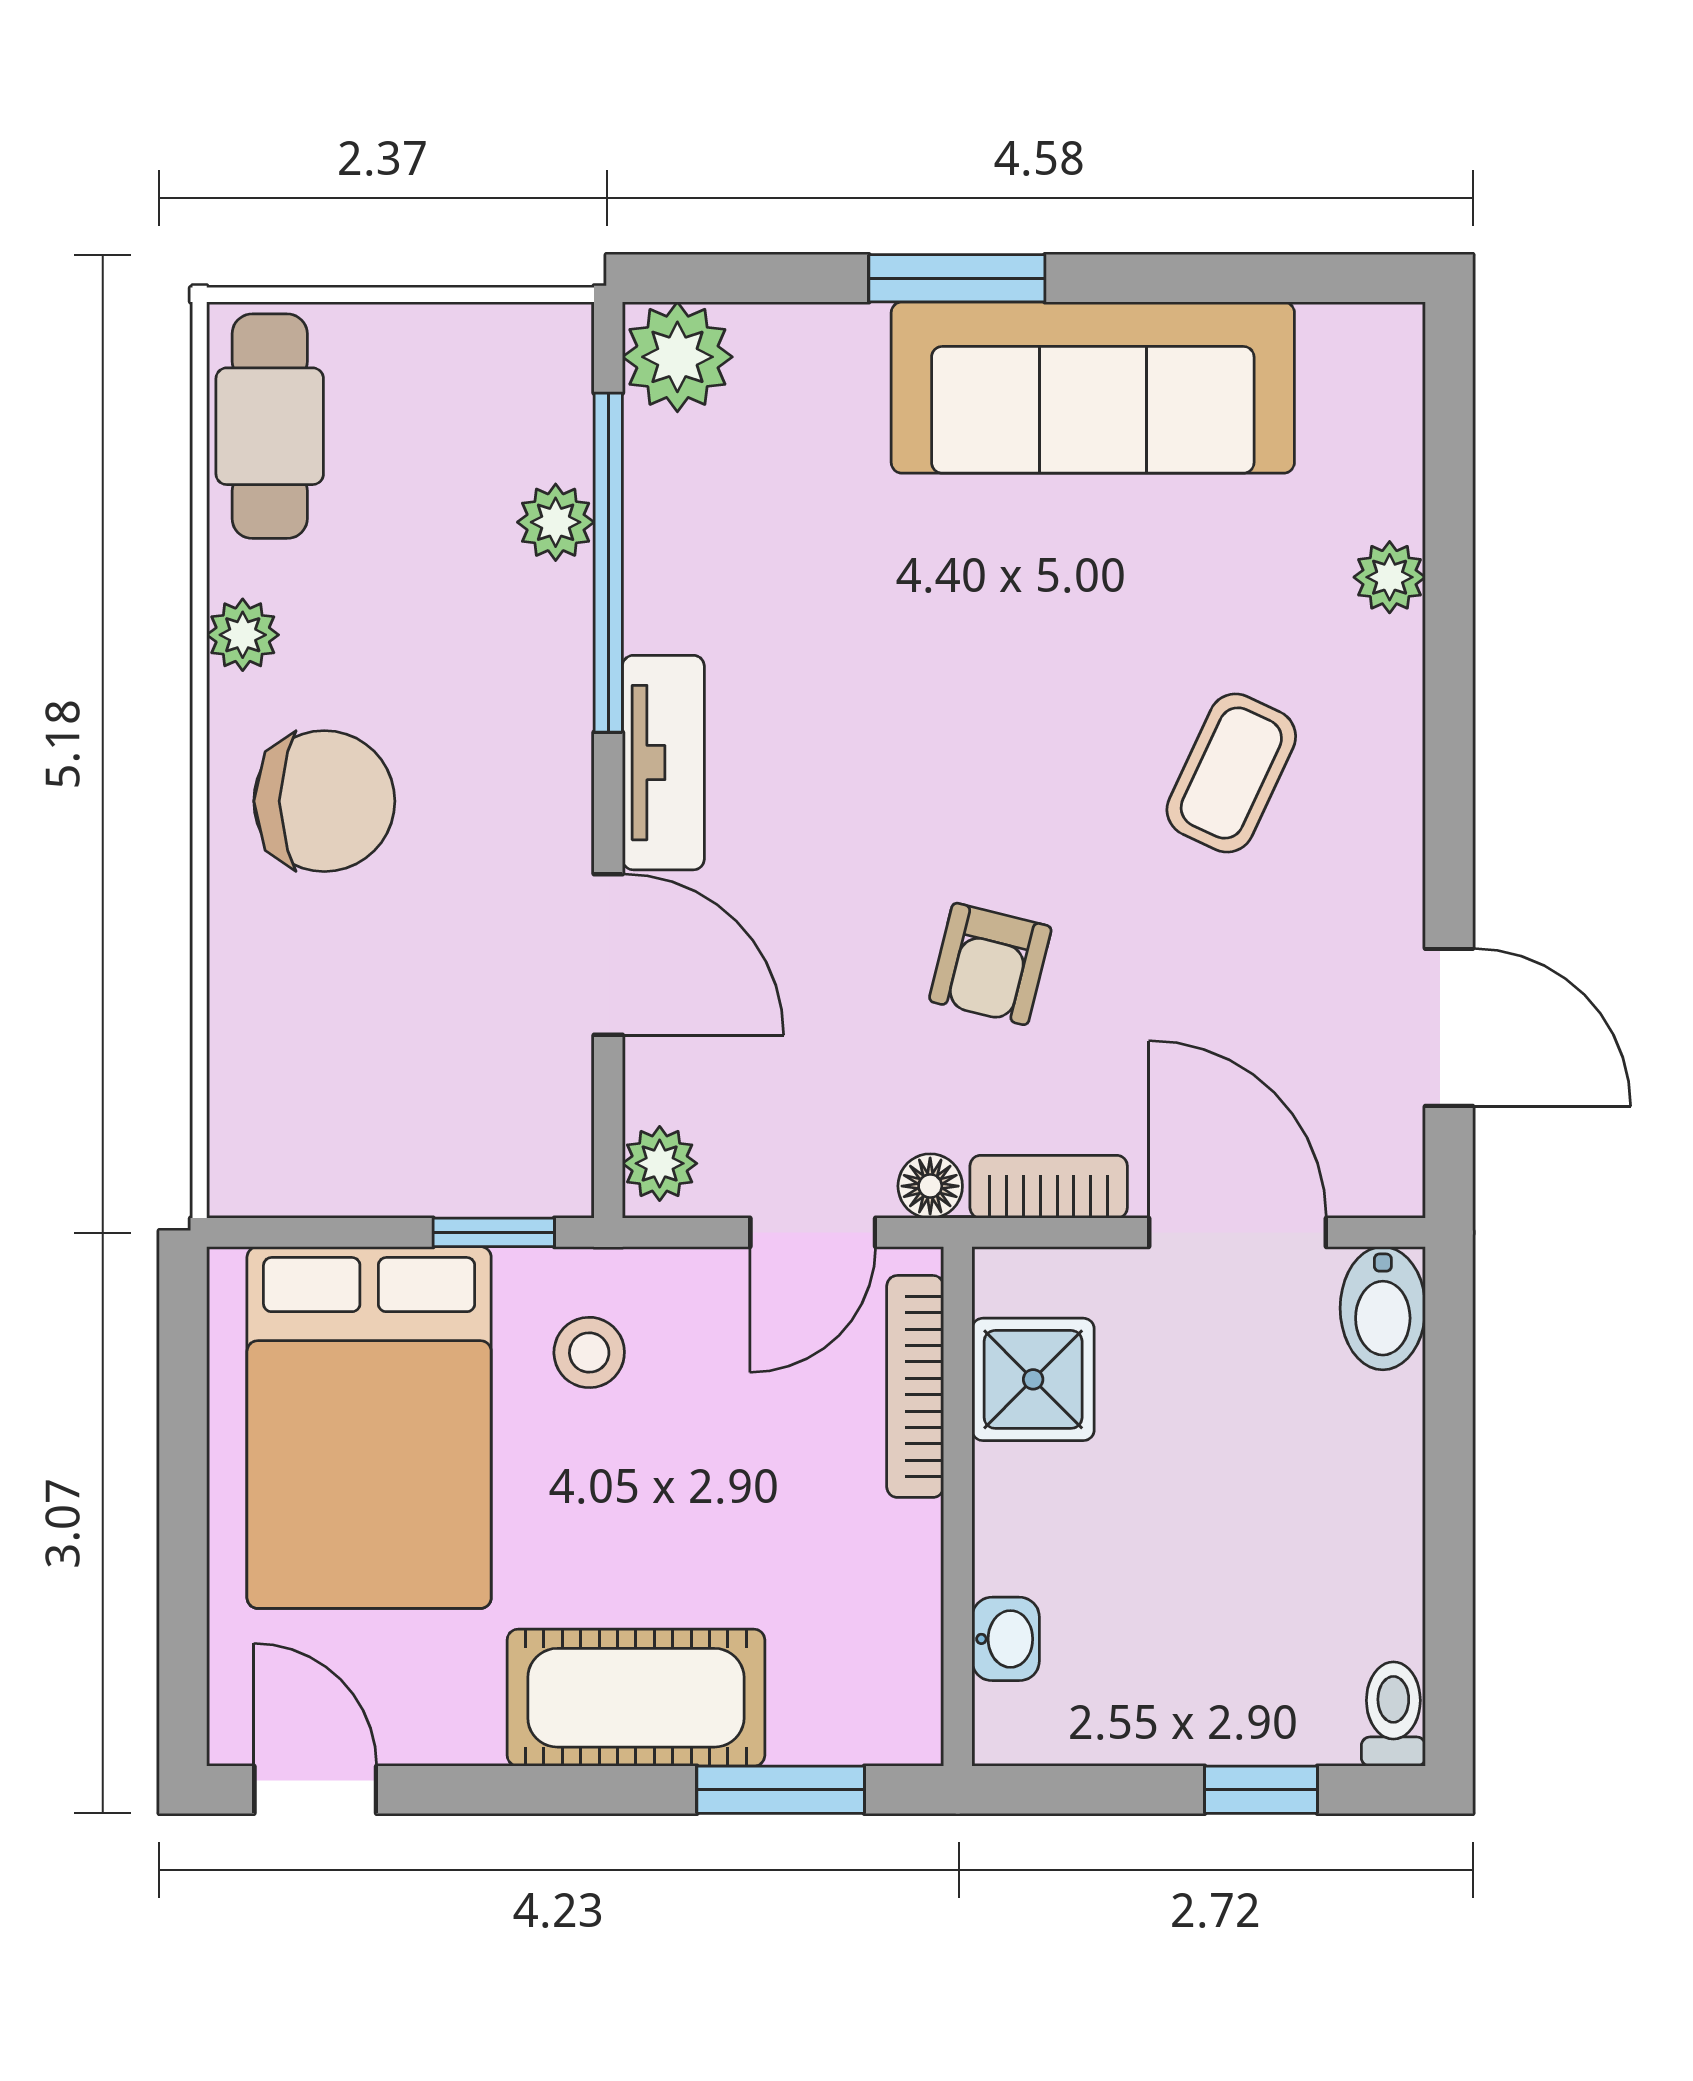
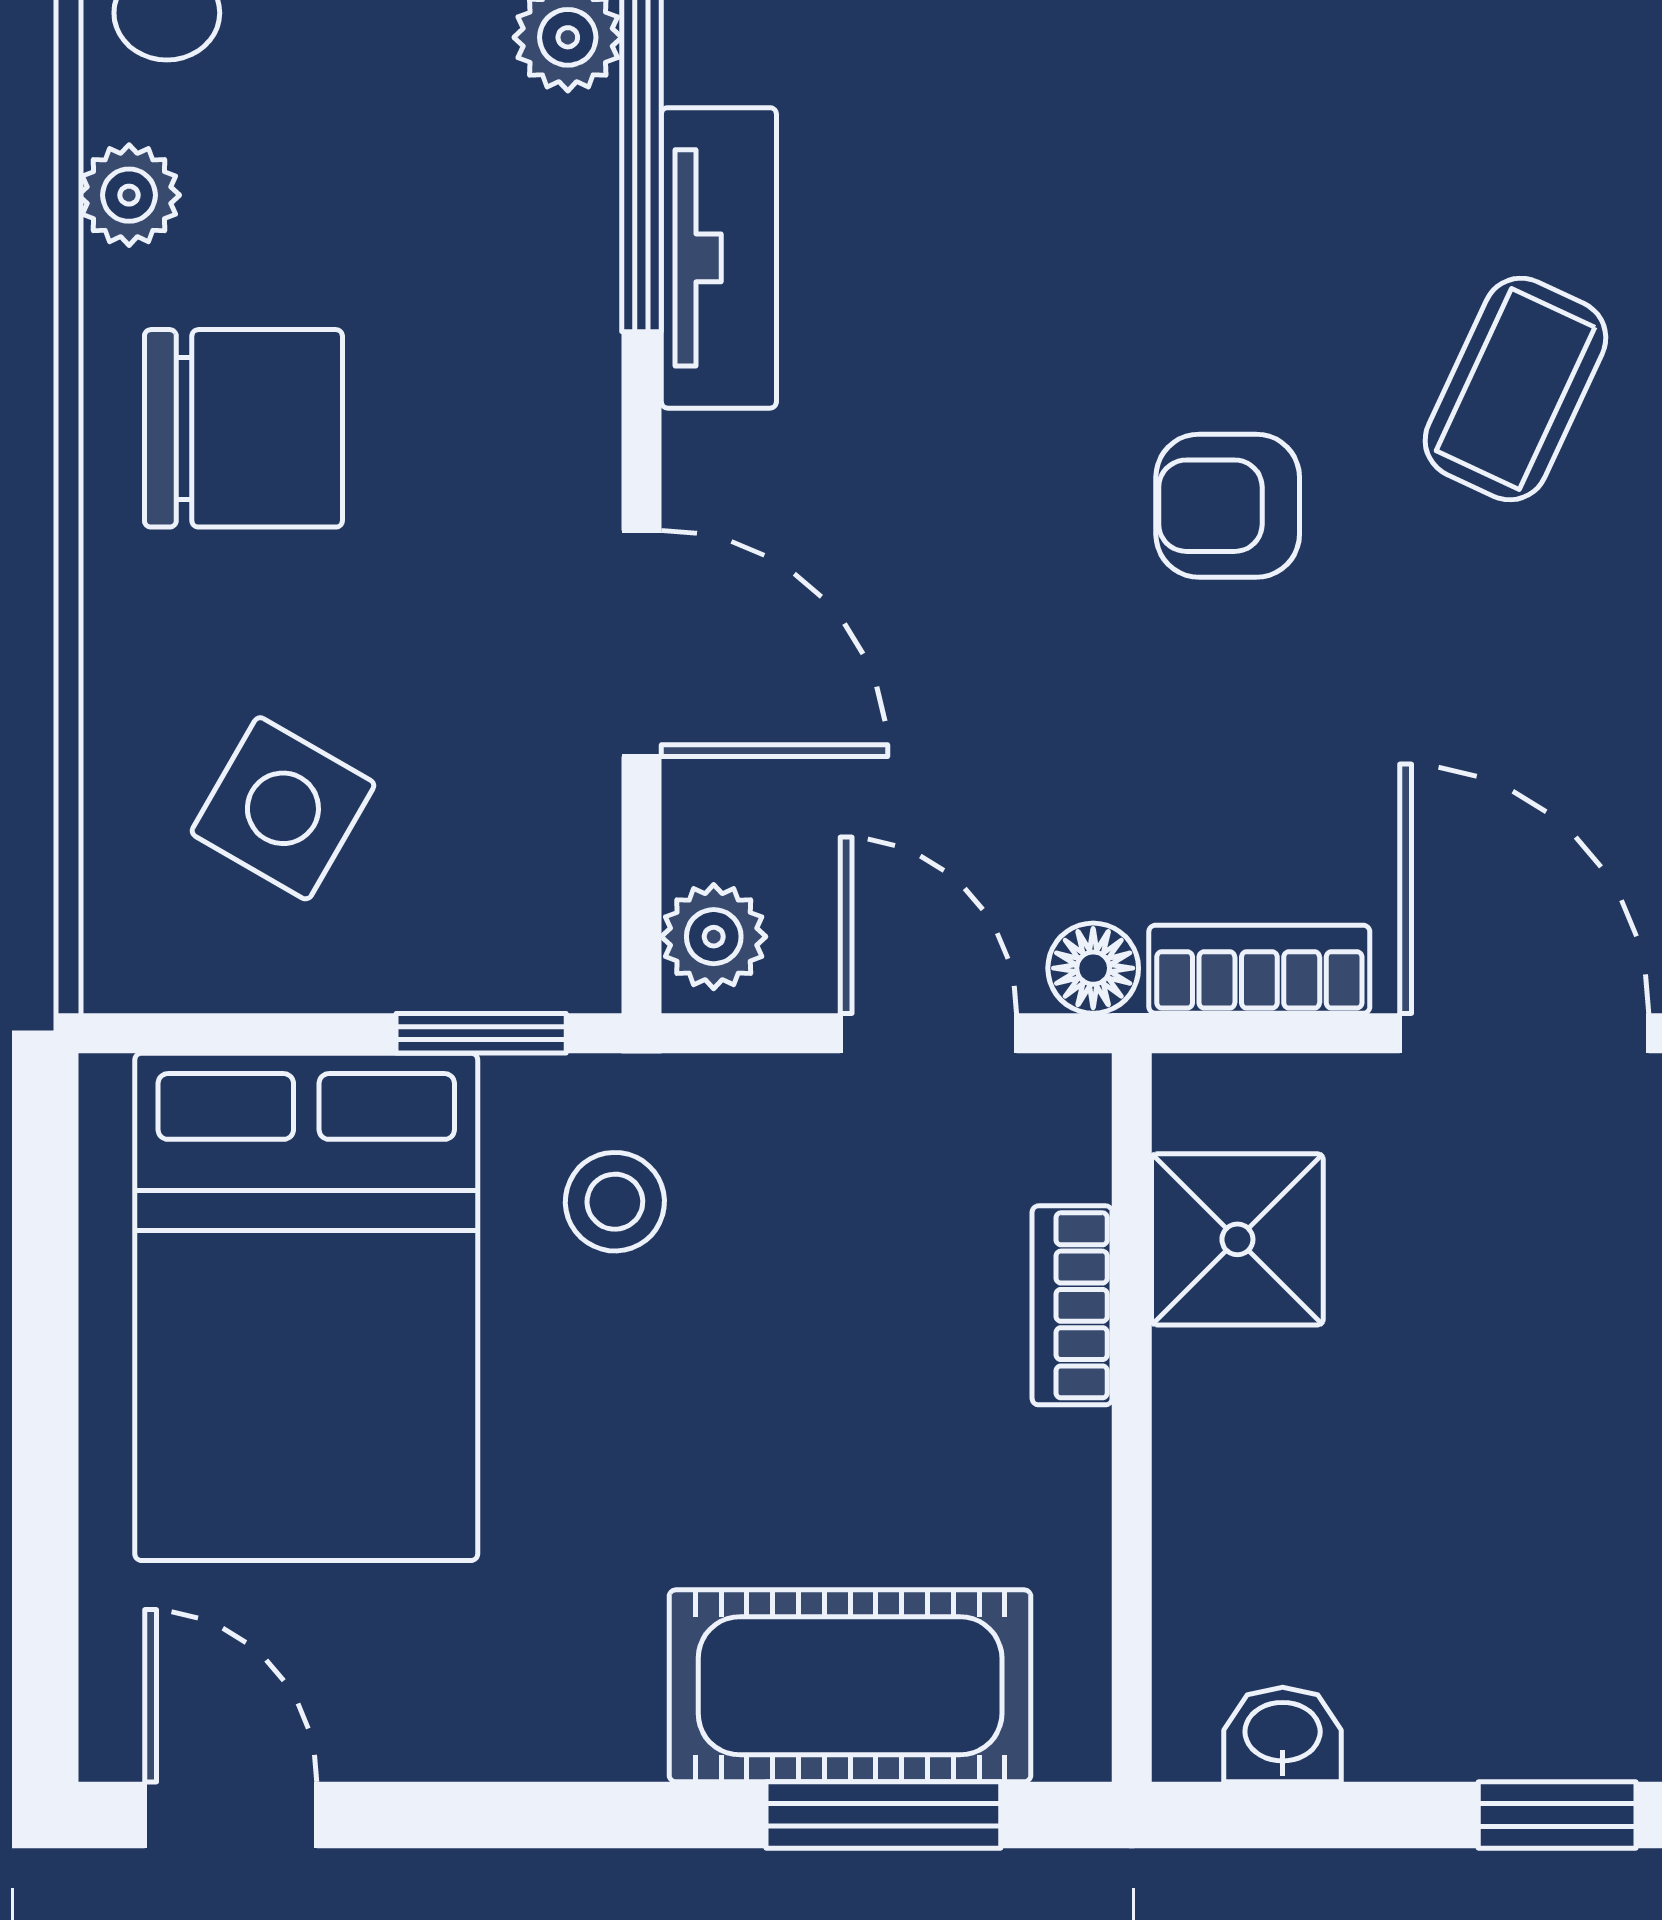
tv unit: (663, 763) -> (719, 258), moved
armchair: (990, 964) -> (1228, 506), moved, turned 76
side table: (352, 1072) -> (283, 808), added
door: (813, 1232) -> (928, 1033), swing flipped
bookcase: (915, 1386) -> (1072, 1305), width x0.64
washbasin: (1006, 1639) -> (1283, 1734), moved, turned -90
cot: (636, 1698) -> (850, 1686), moved

